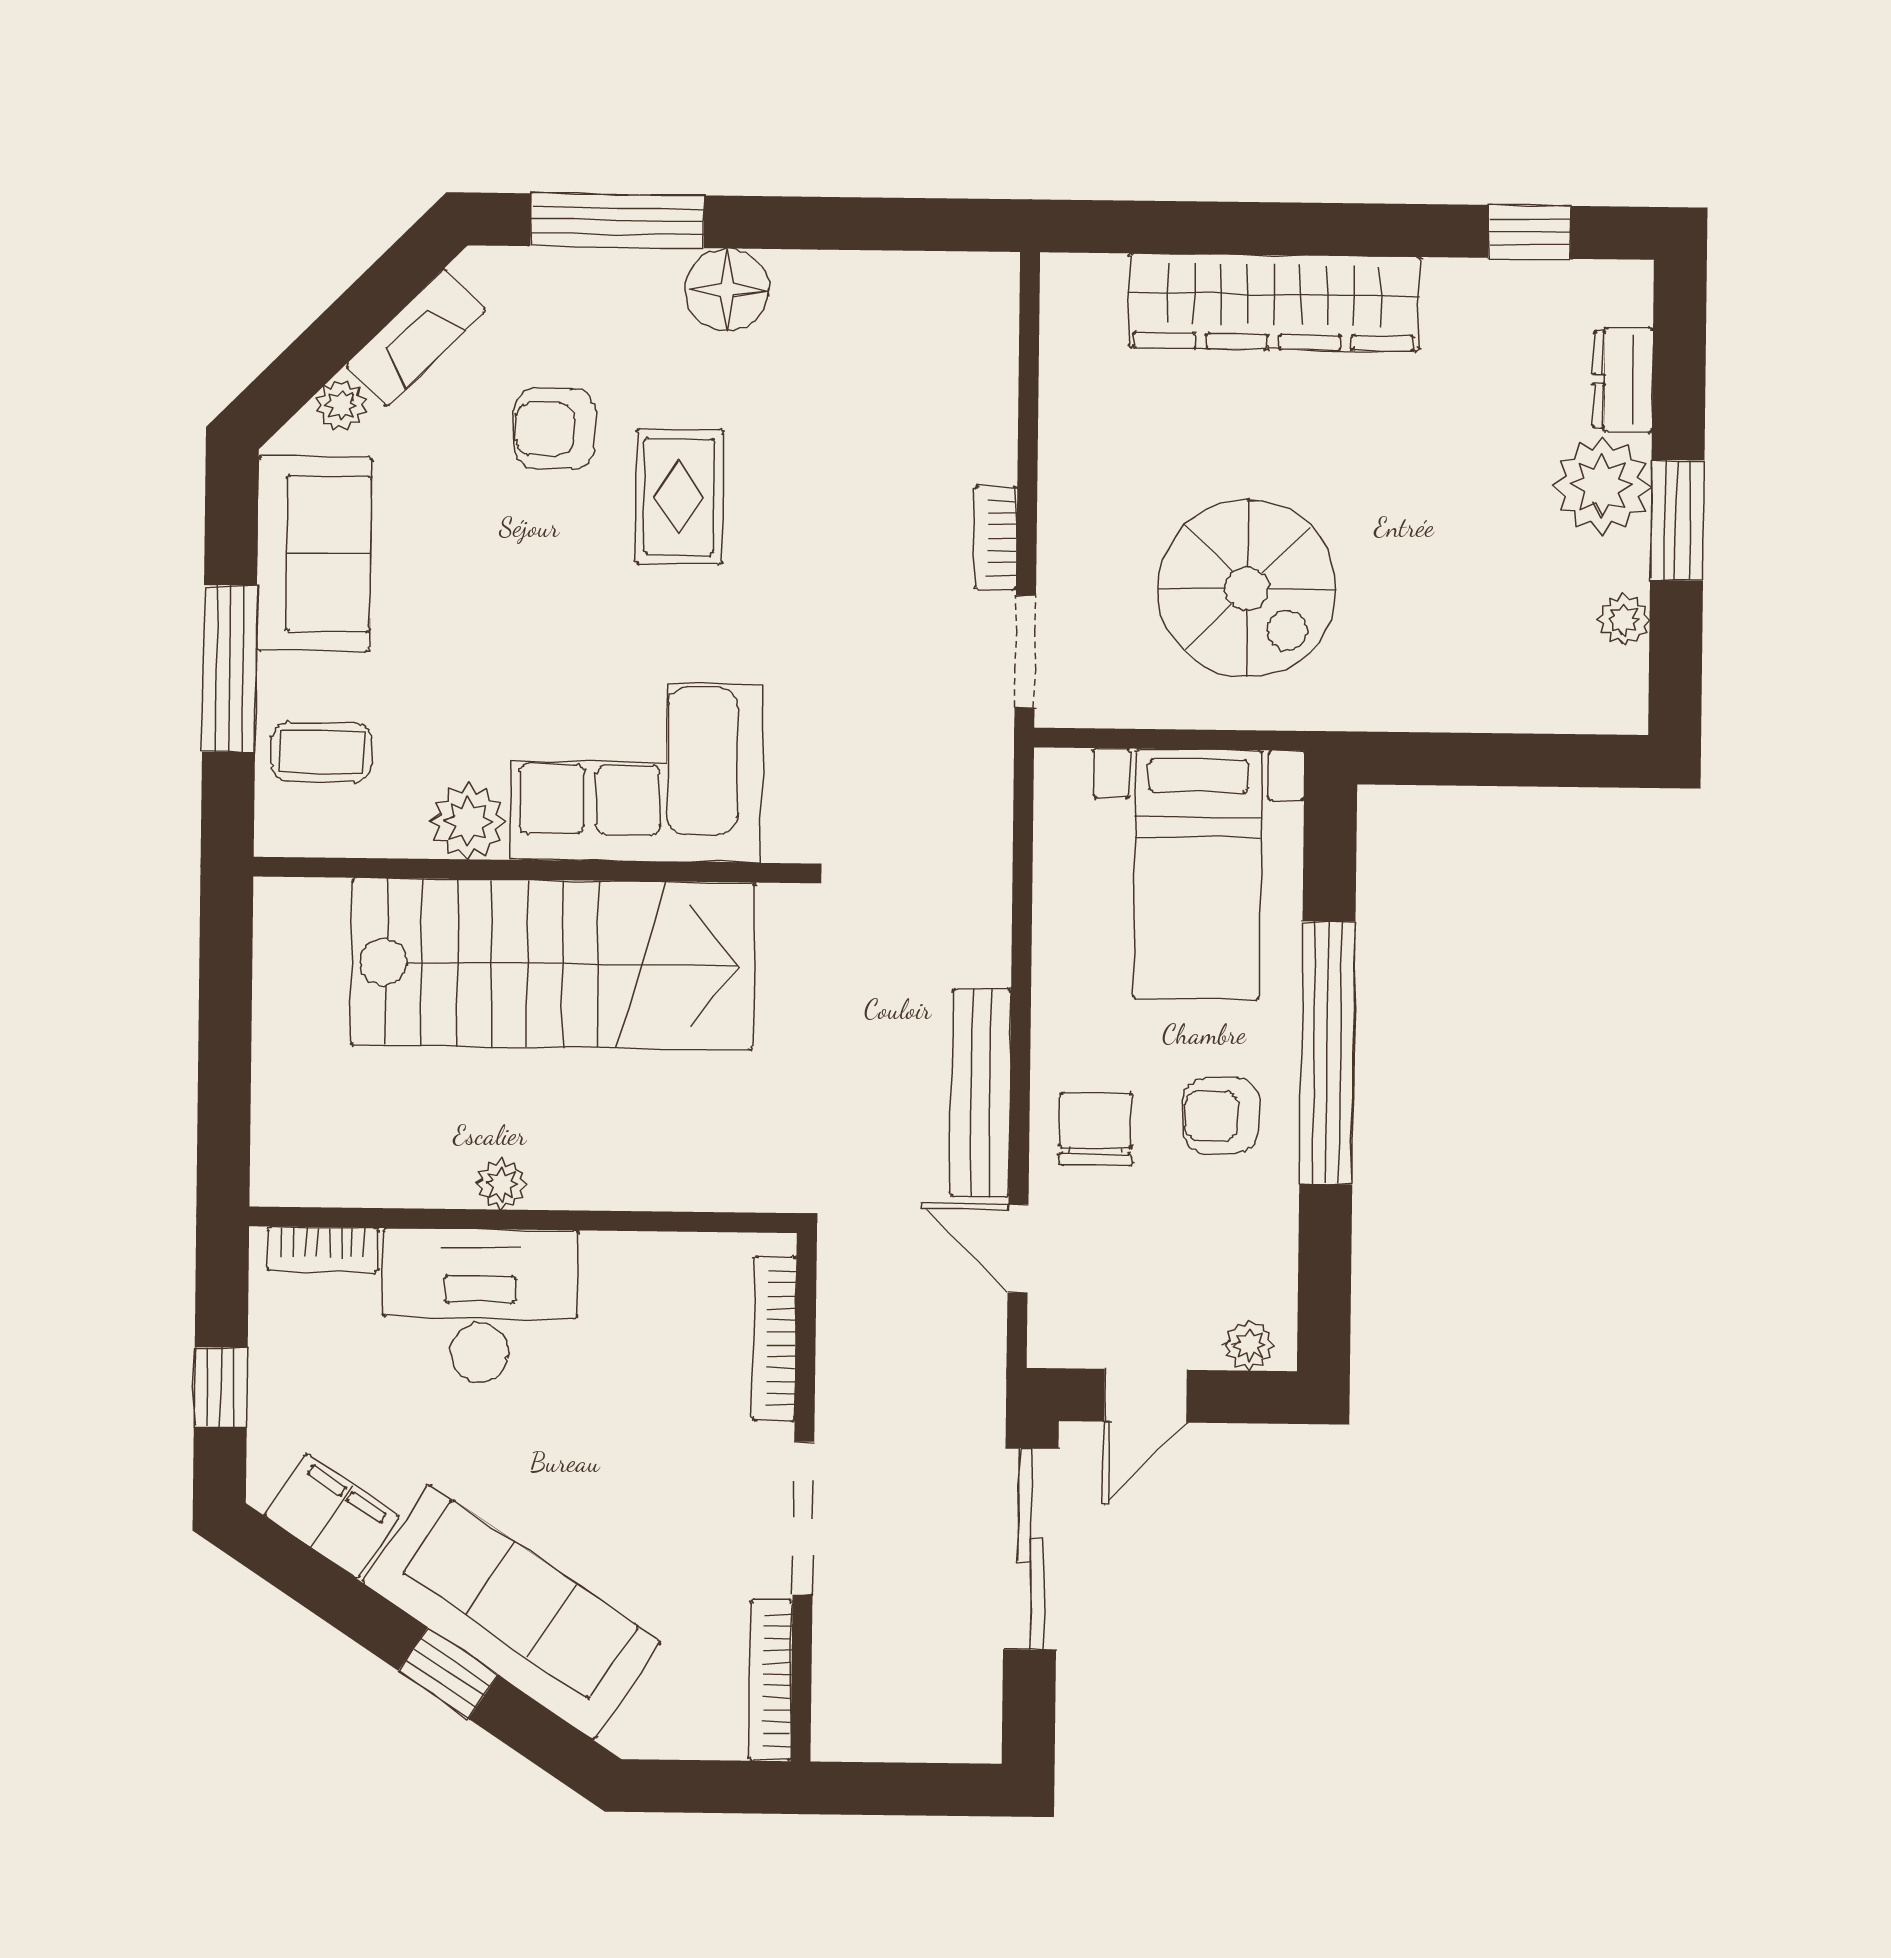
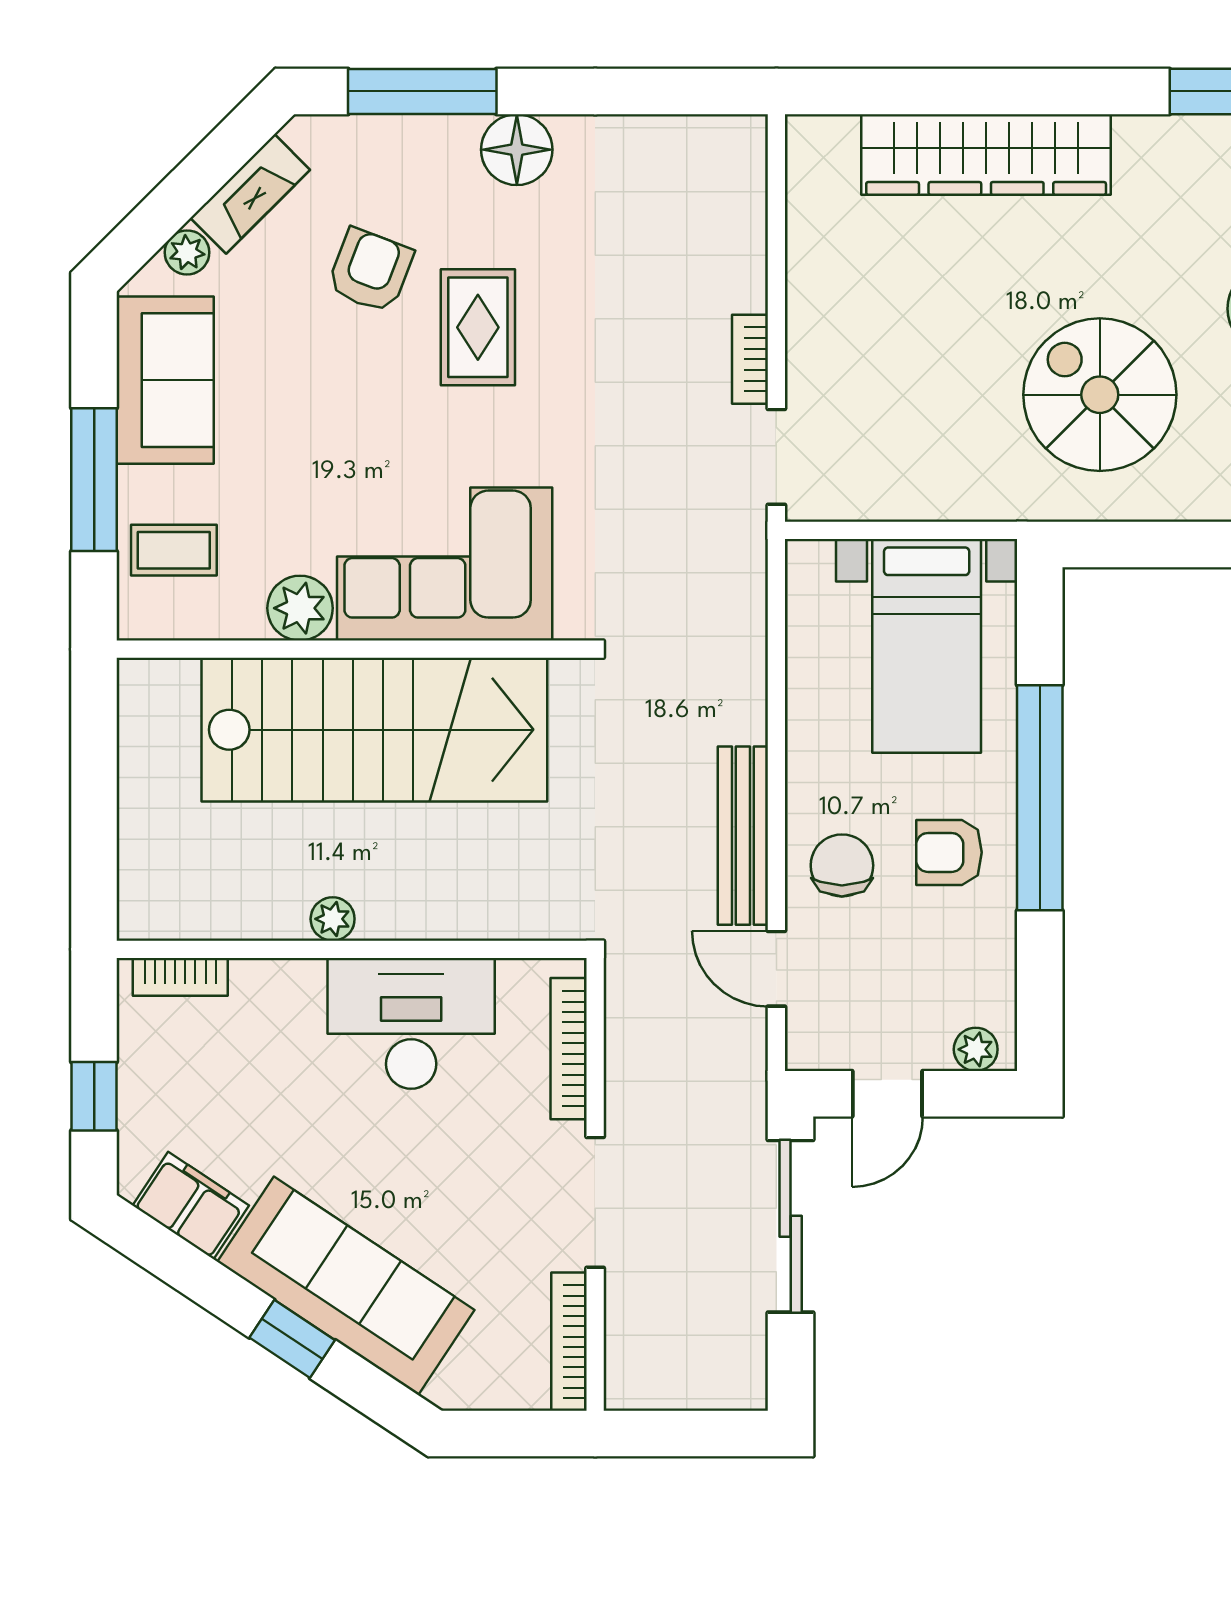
armchair: (554, 429) -> (370, 270), turned 111
spiral stairs: (1247, 589) -> (1100, 395), moved, turned 180
desk: (480, 1306) -> (411, 1023), moved

